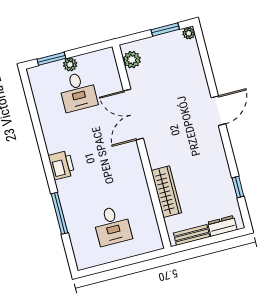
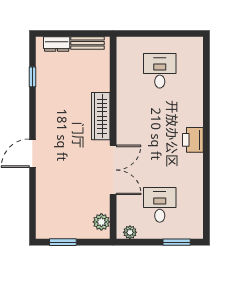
plant: (189, 33) -> (42, 233), removed
plant: (70, 64) -> (130, 232), moved
wardrobe: (166, 192) -> (101, 116), moved
window: (59, 213) -> (206, 95), removed

